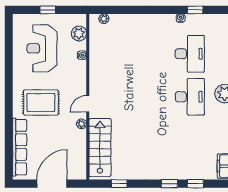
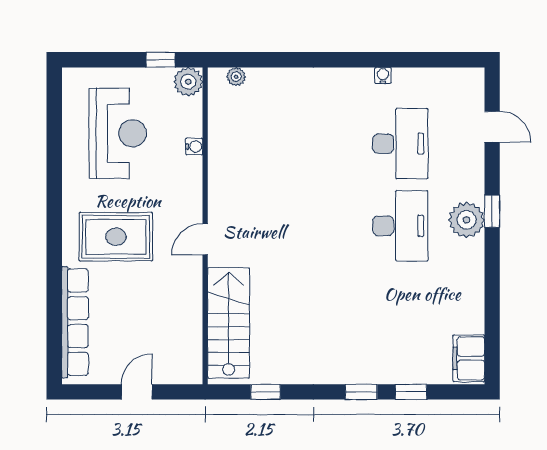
window: (48, 10) -> (161, 60), moved
window: (195, 10) -> (411, 60), removed
plant: (79, 33) -> (188, 82), moved
reception desk: (42, 48) -> (118, 133), turned 180
plant: (81, 124) -> (193, 278), removed
door: (52, 184) -> (137, 392), width x0.53

